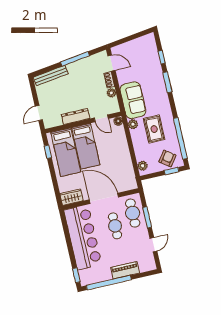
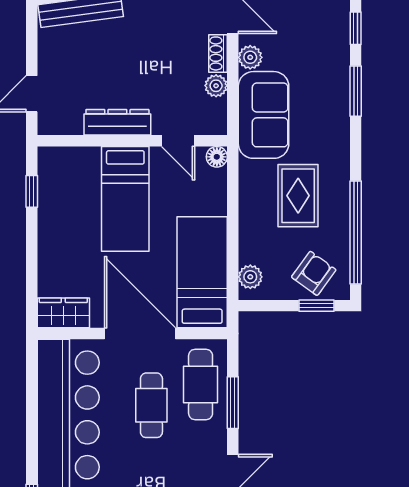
plant: (133, 124) -> (250, 57), moved
bed: (66, 152) -> (202, 272), moved, turned 180

